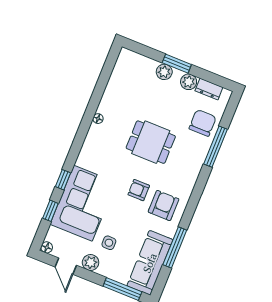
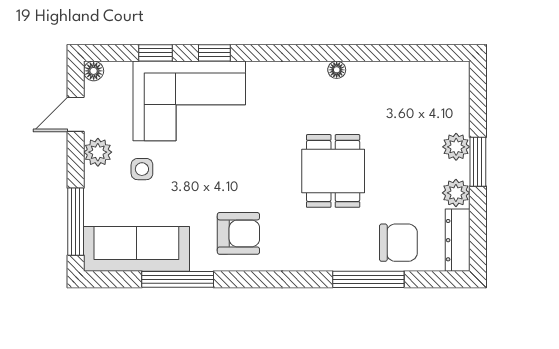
dresser: (209, 89) -> (458, 240), width x1.44
armchair: (139, 190) -> (247, 183), removed

